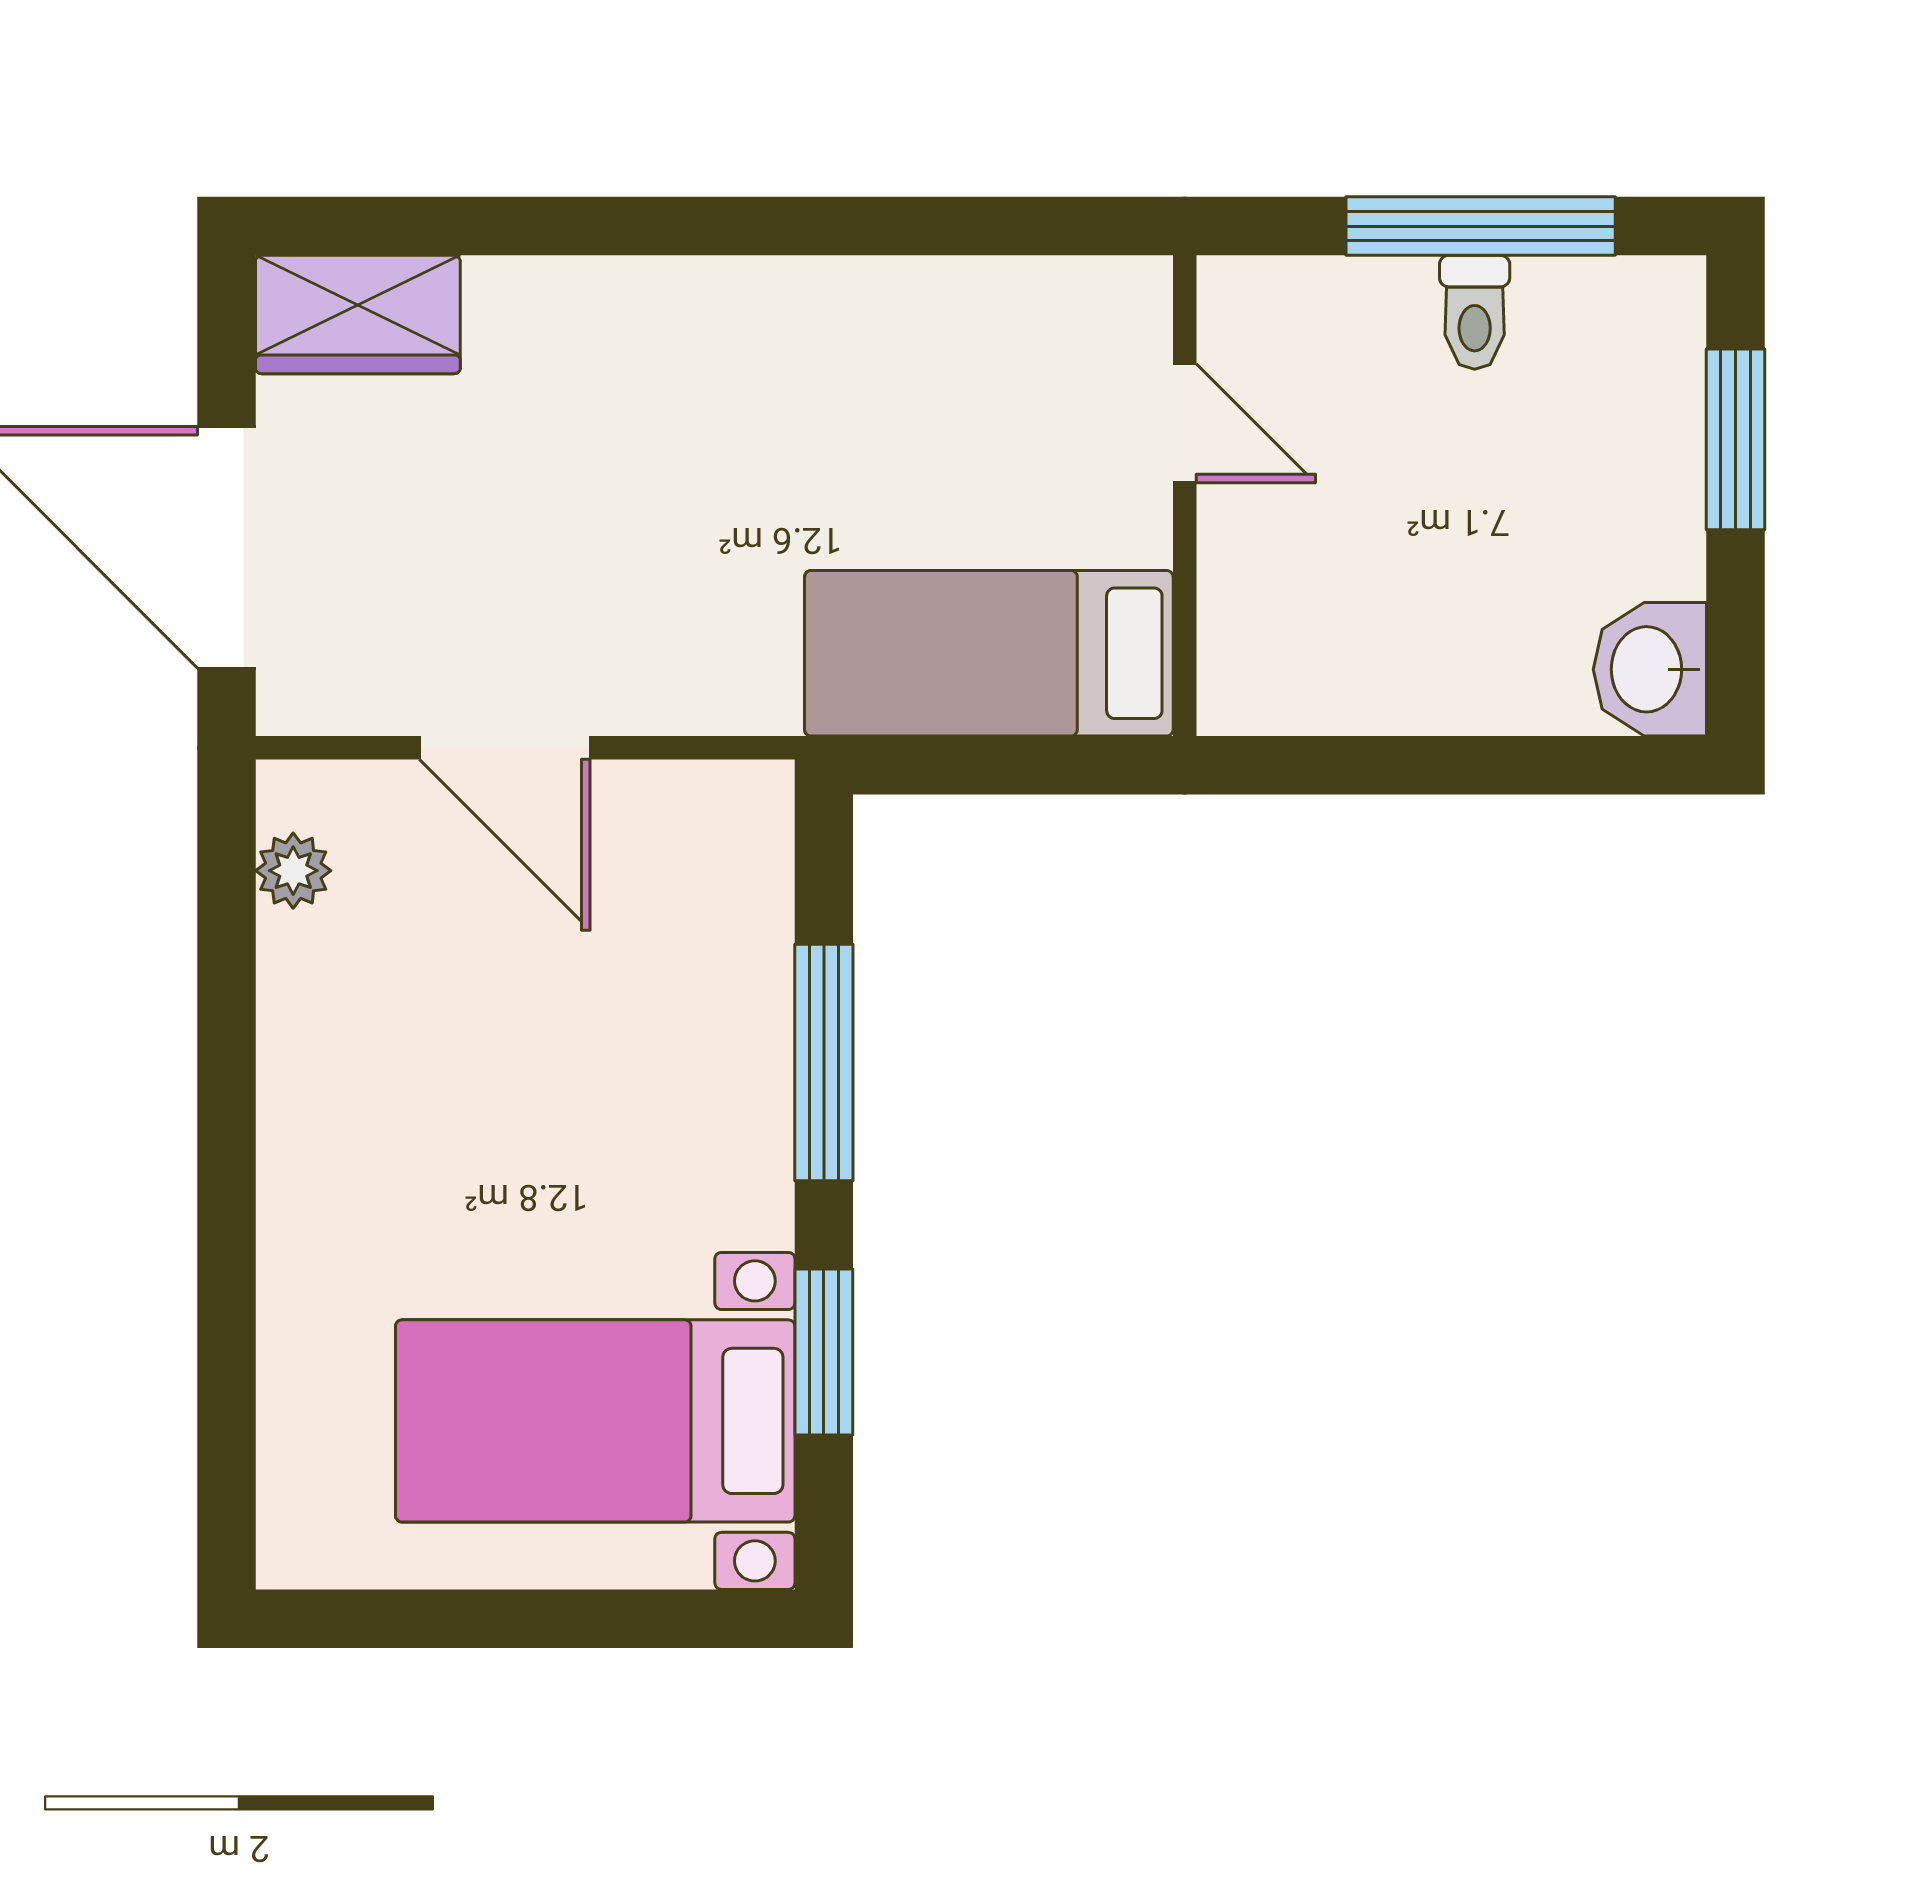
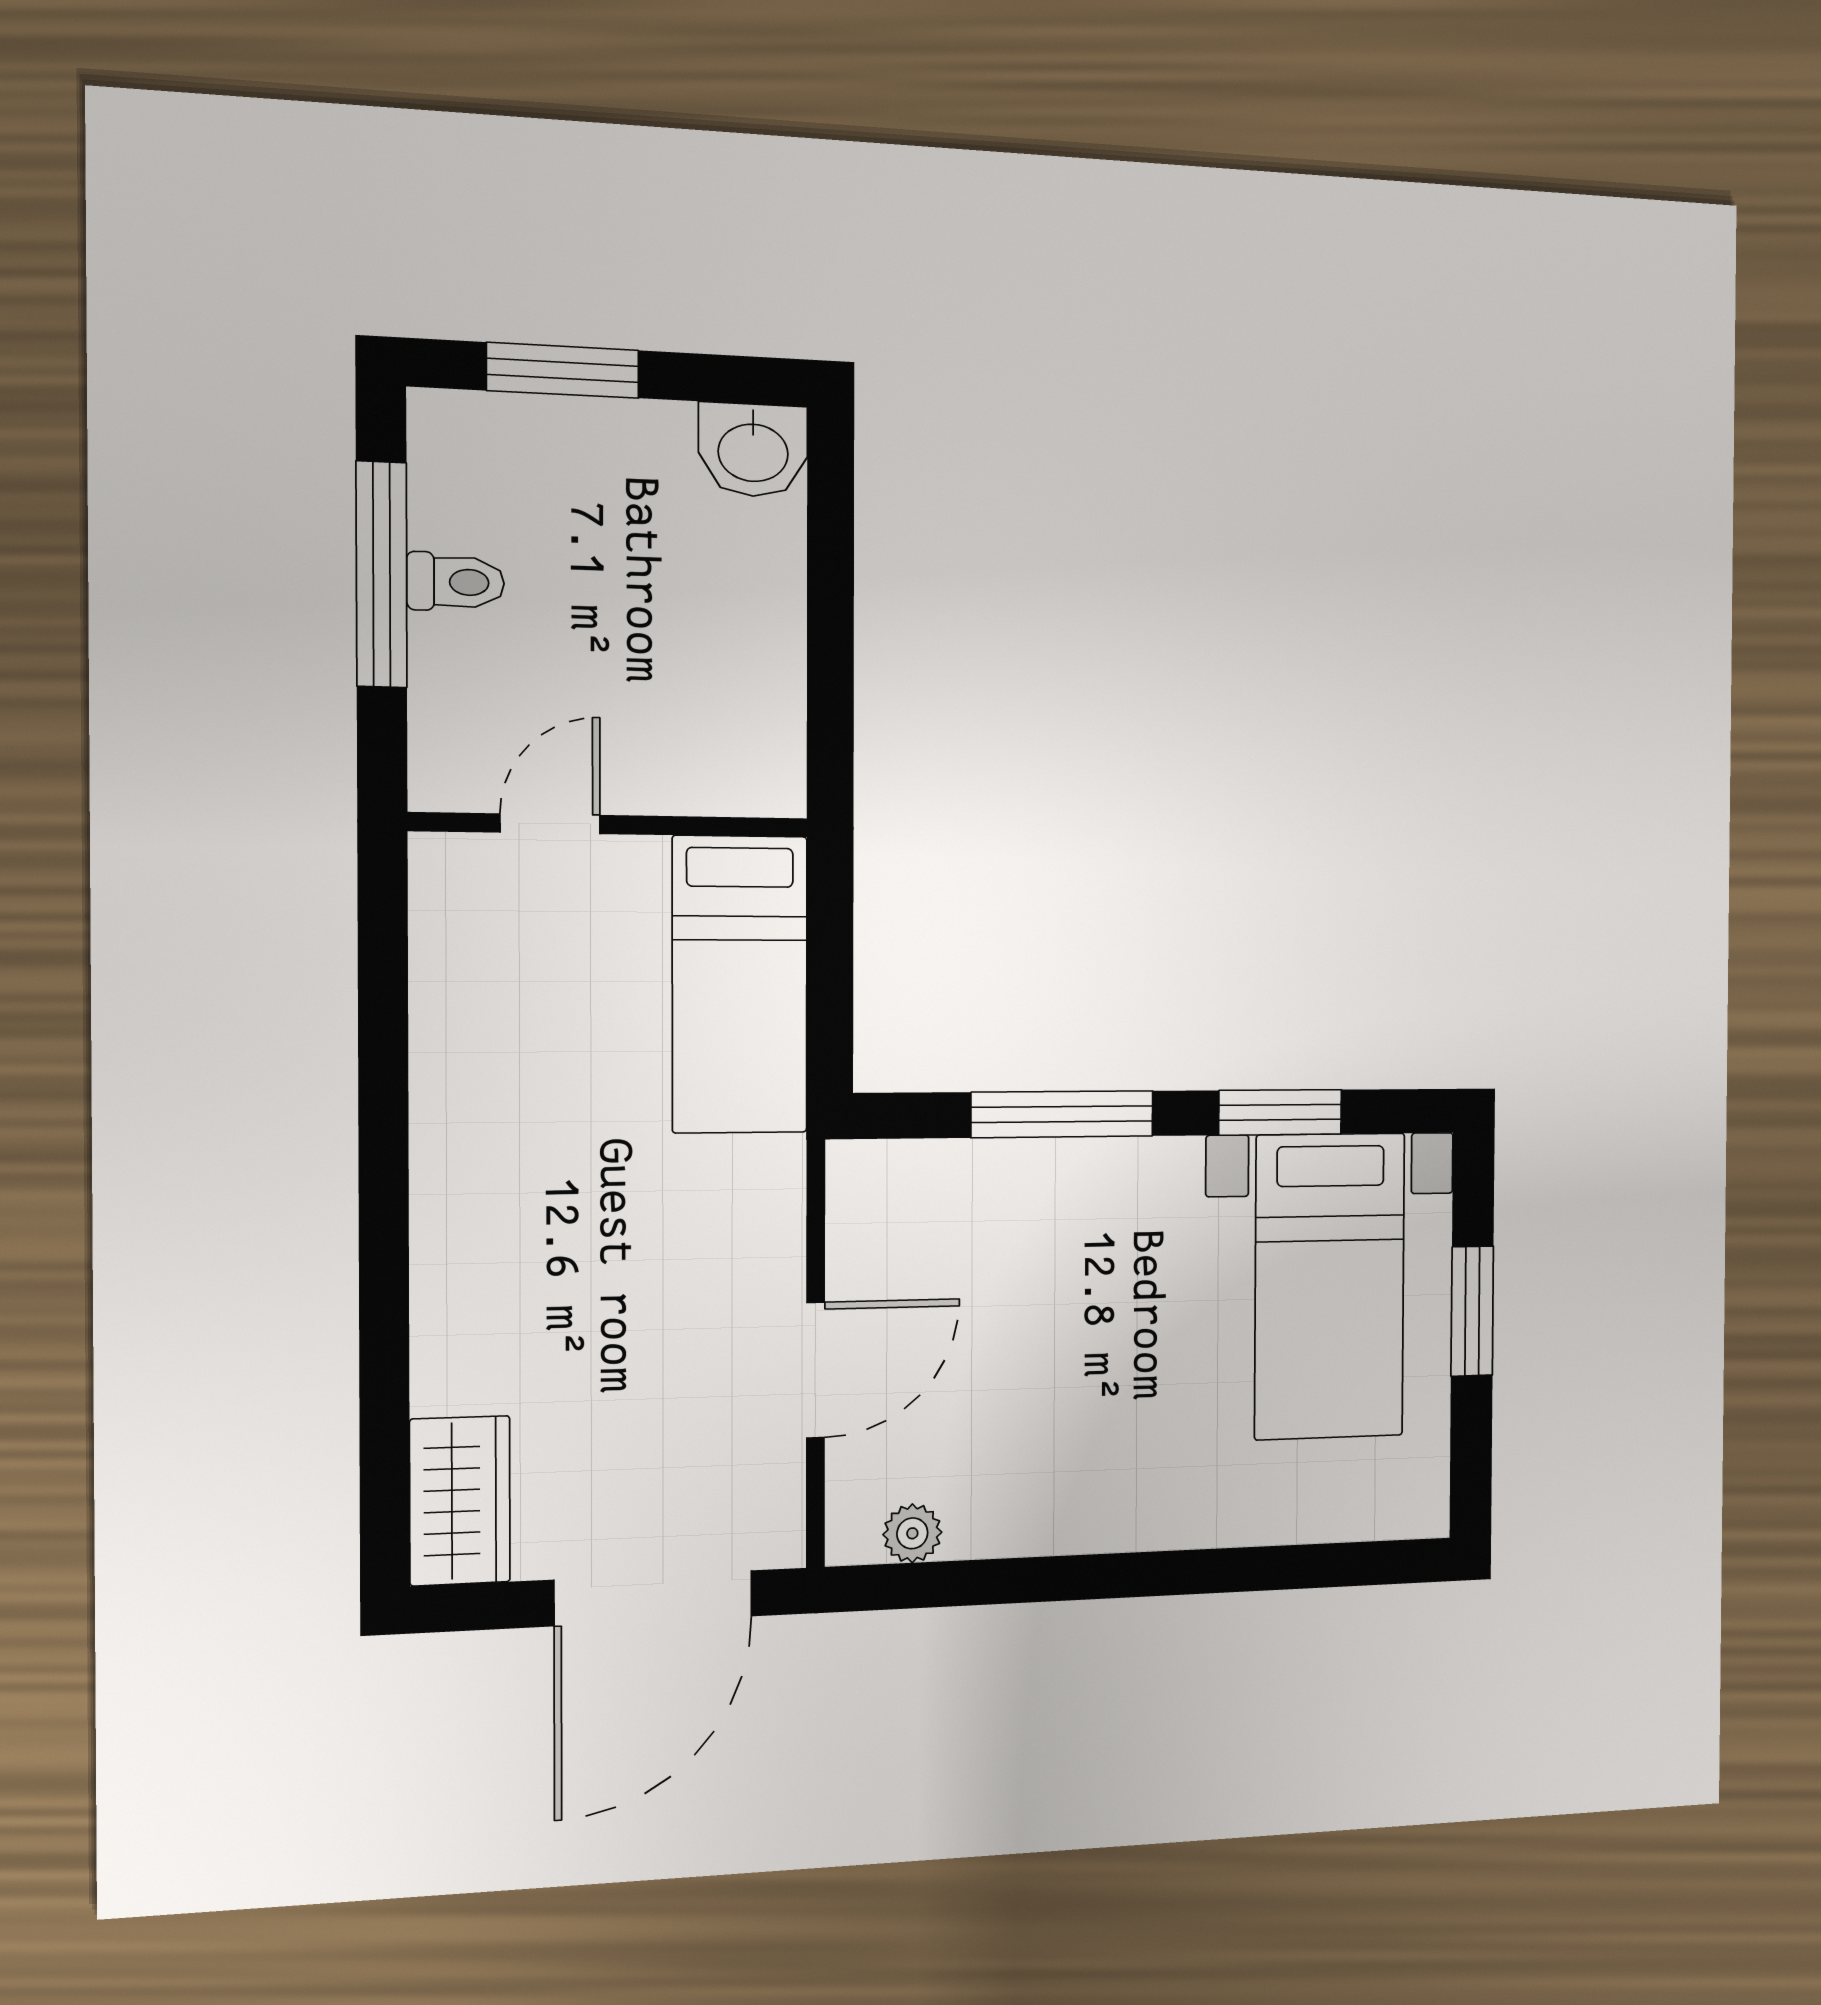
window: (557, 1619) -> (1472, 1311), added

